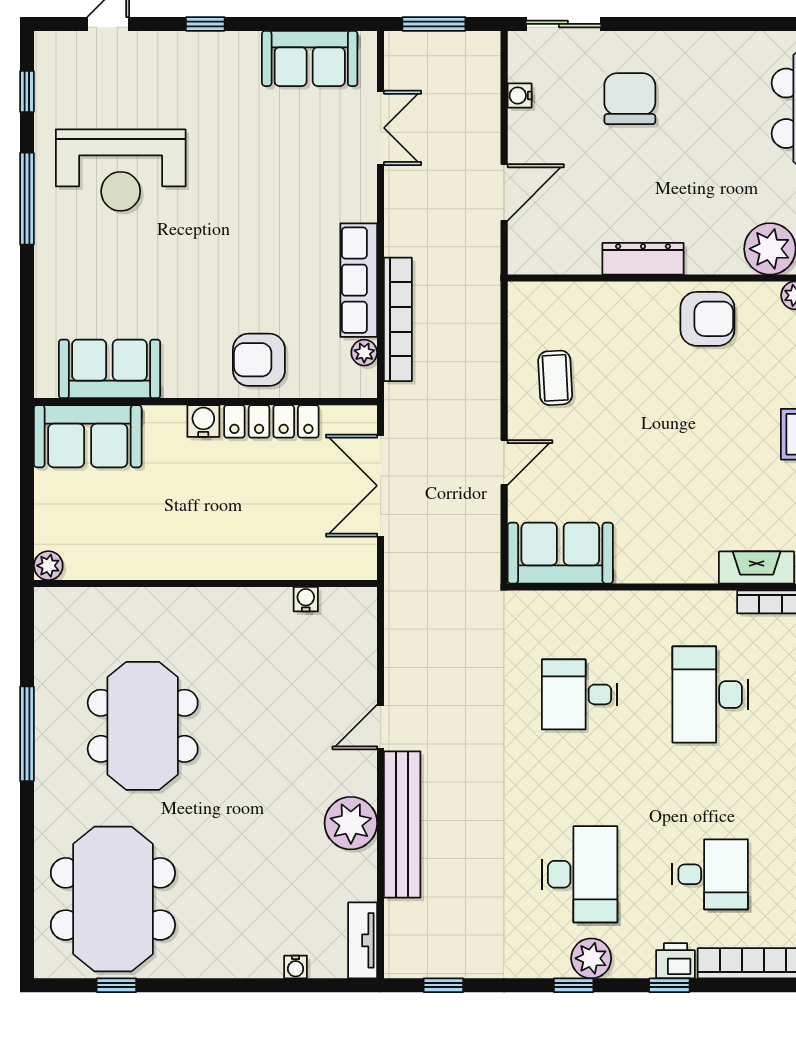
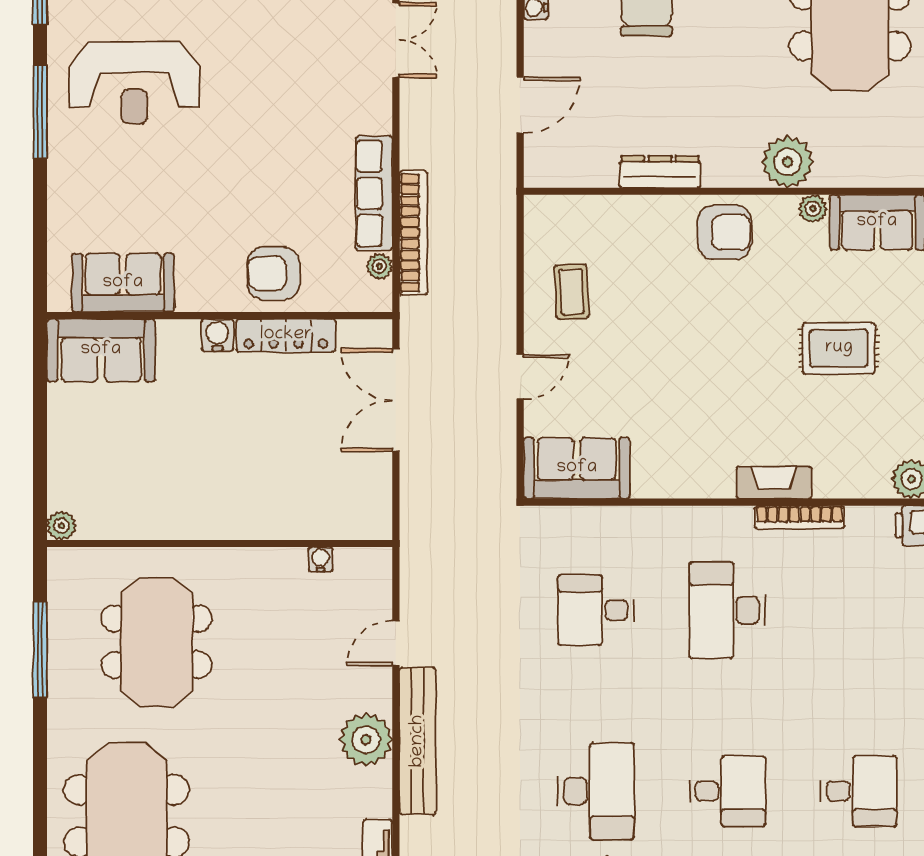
plant: (48, 566) -> (62, 526), moved
wall: (205, 584) -> (220, 544), moved
water cooler: (306, 599) -> (321, 559), moved

